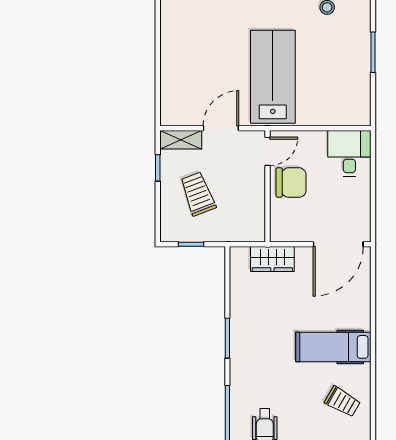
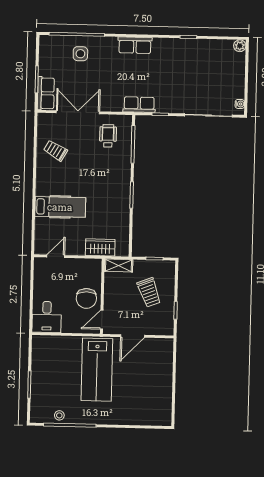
shelving: (181, 140) -> (118, 265), moved
chair: (291, 183) -> (86, 298), turned -90
door: (338, 244) -> (56, 256), width x0.53
hospital bed: (333, 347) -> (60, 207), moved

